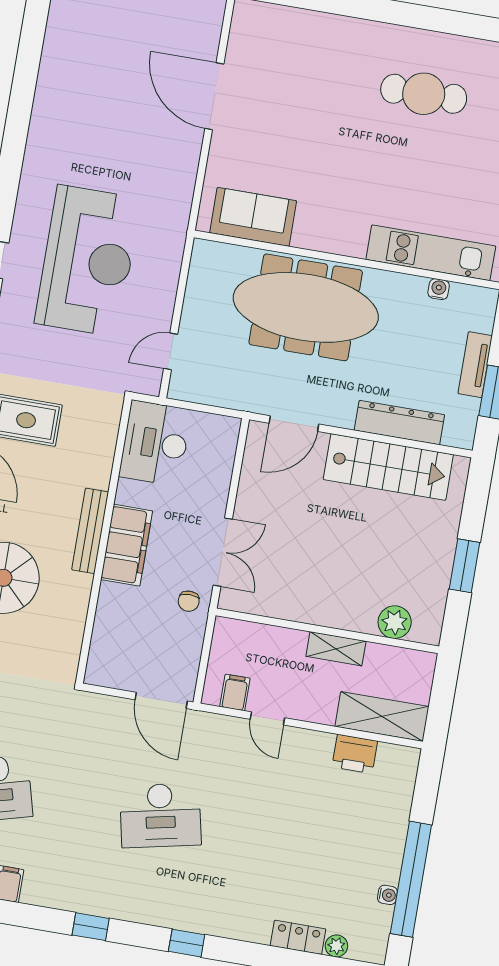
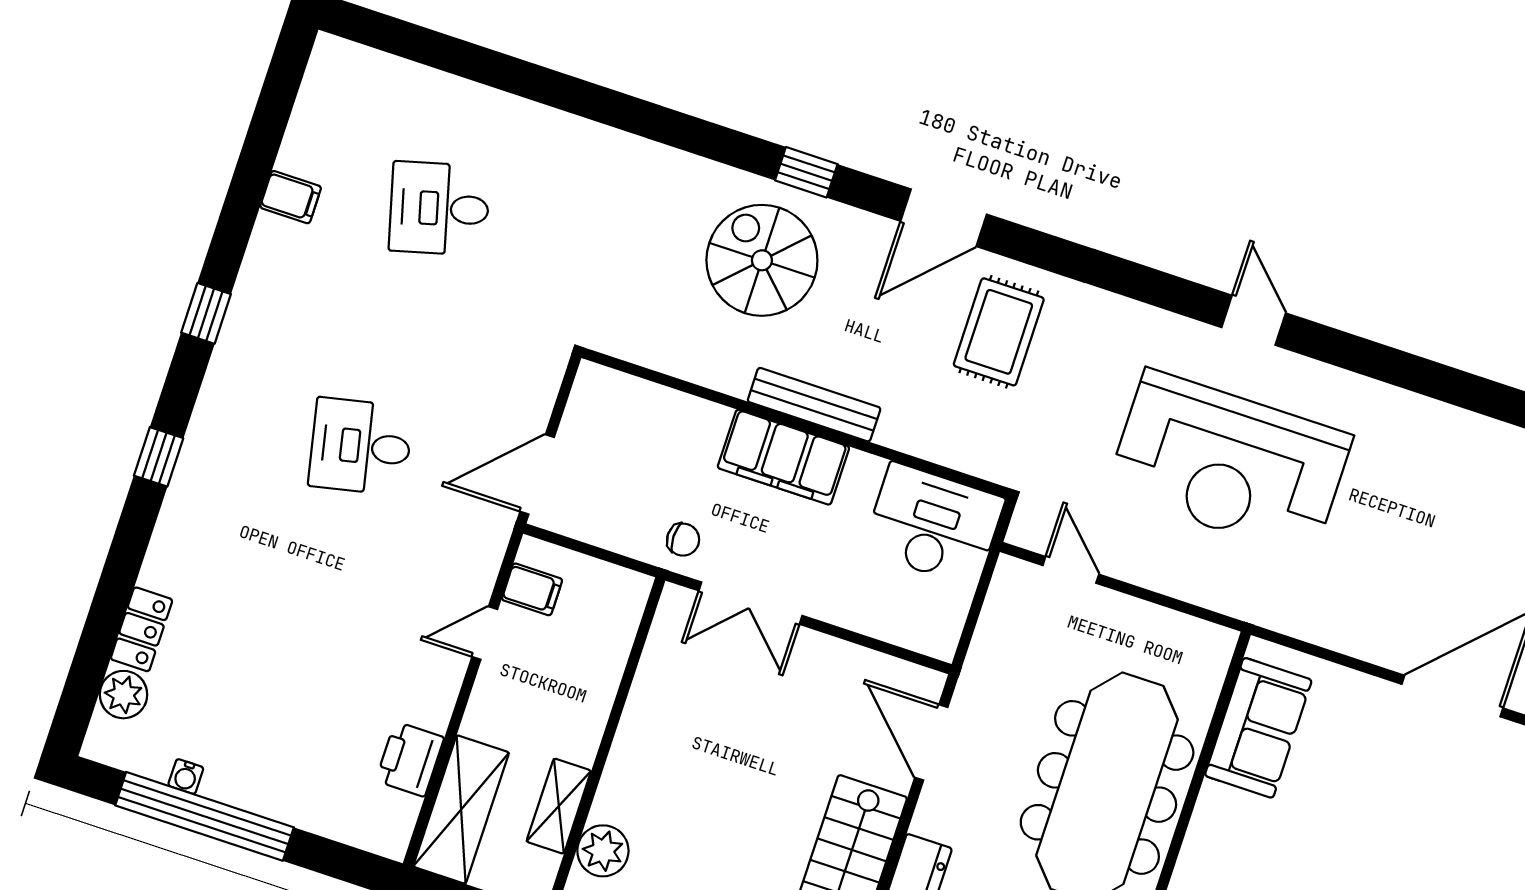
chair: (189, 601) -> (683, 540), turned 180
shelving: (336, 649) -> (559, 806), moved
desk: (160, 815) -> (361, 446), width x0.73
plant: (336, 946) -> (123, 695), width x1.38, depth x1.38

